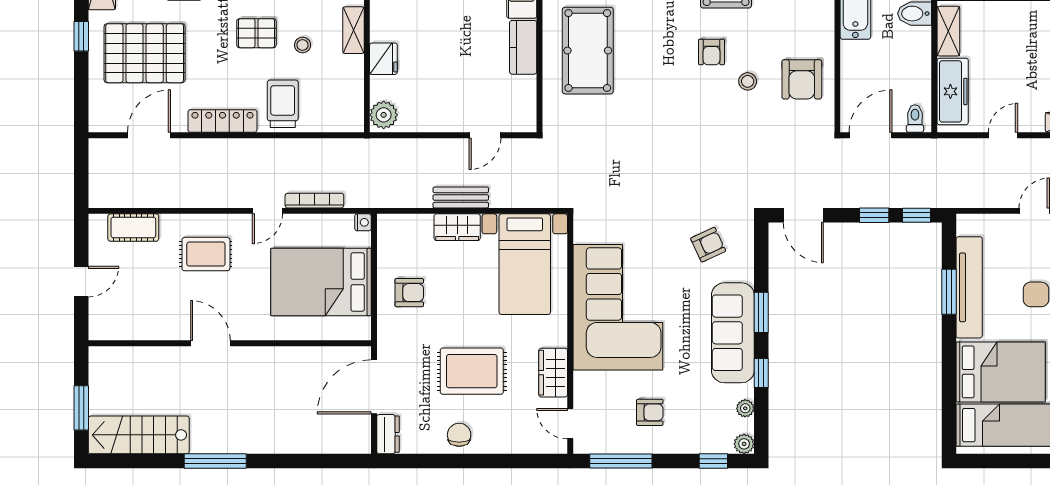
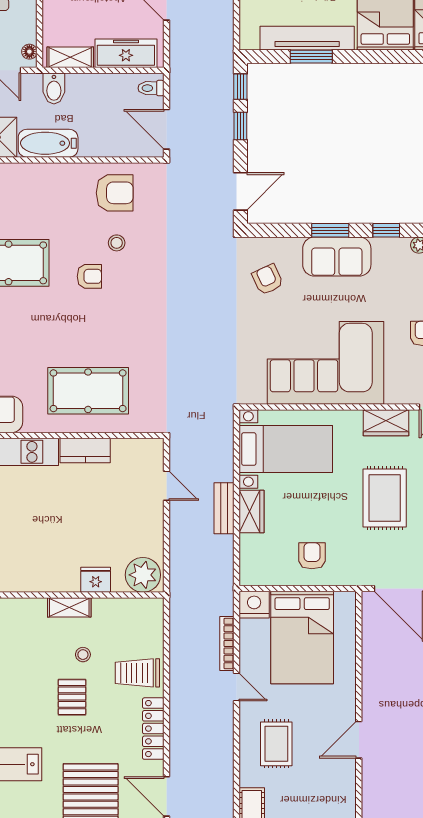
plant: (384, 115) -> (143, 575), width x1.36, depth x1.36
nightstand: (363, 222) -> (254, 605), width x1.89, depth x1.79
sofa: (733, 333) -> (337, 257), width x0.73

